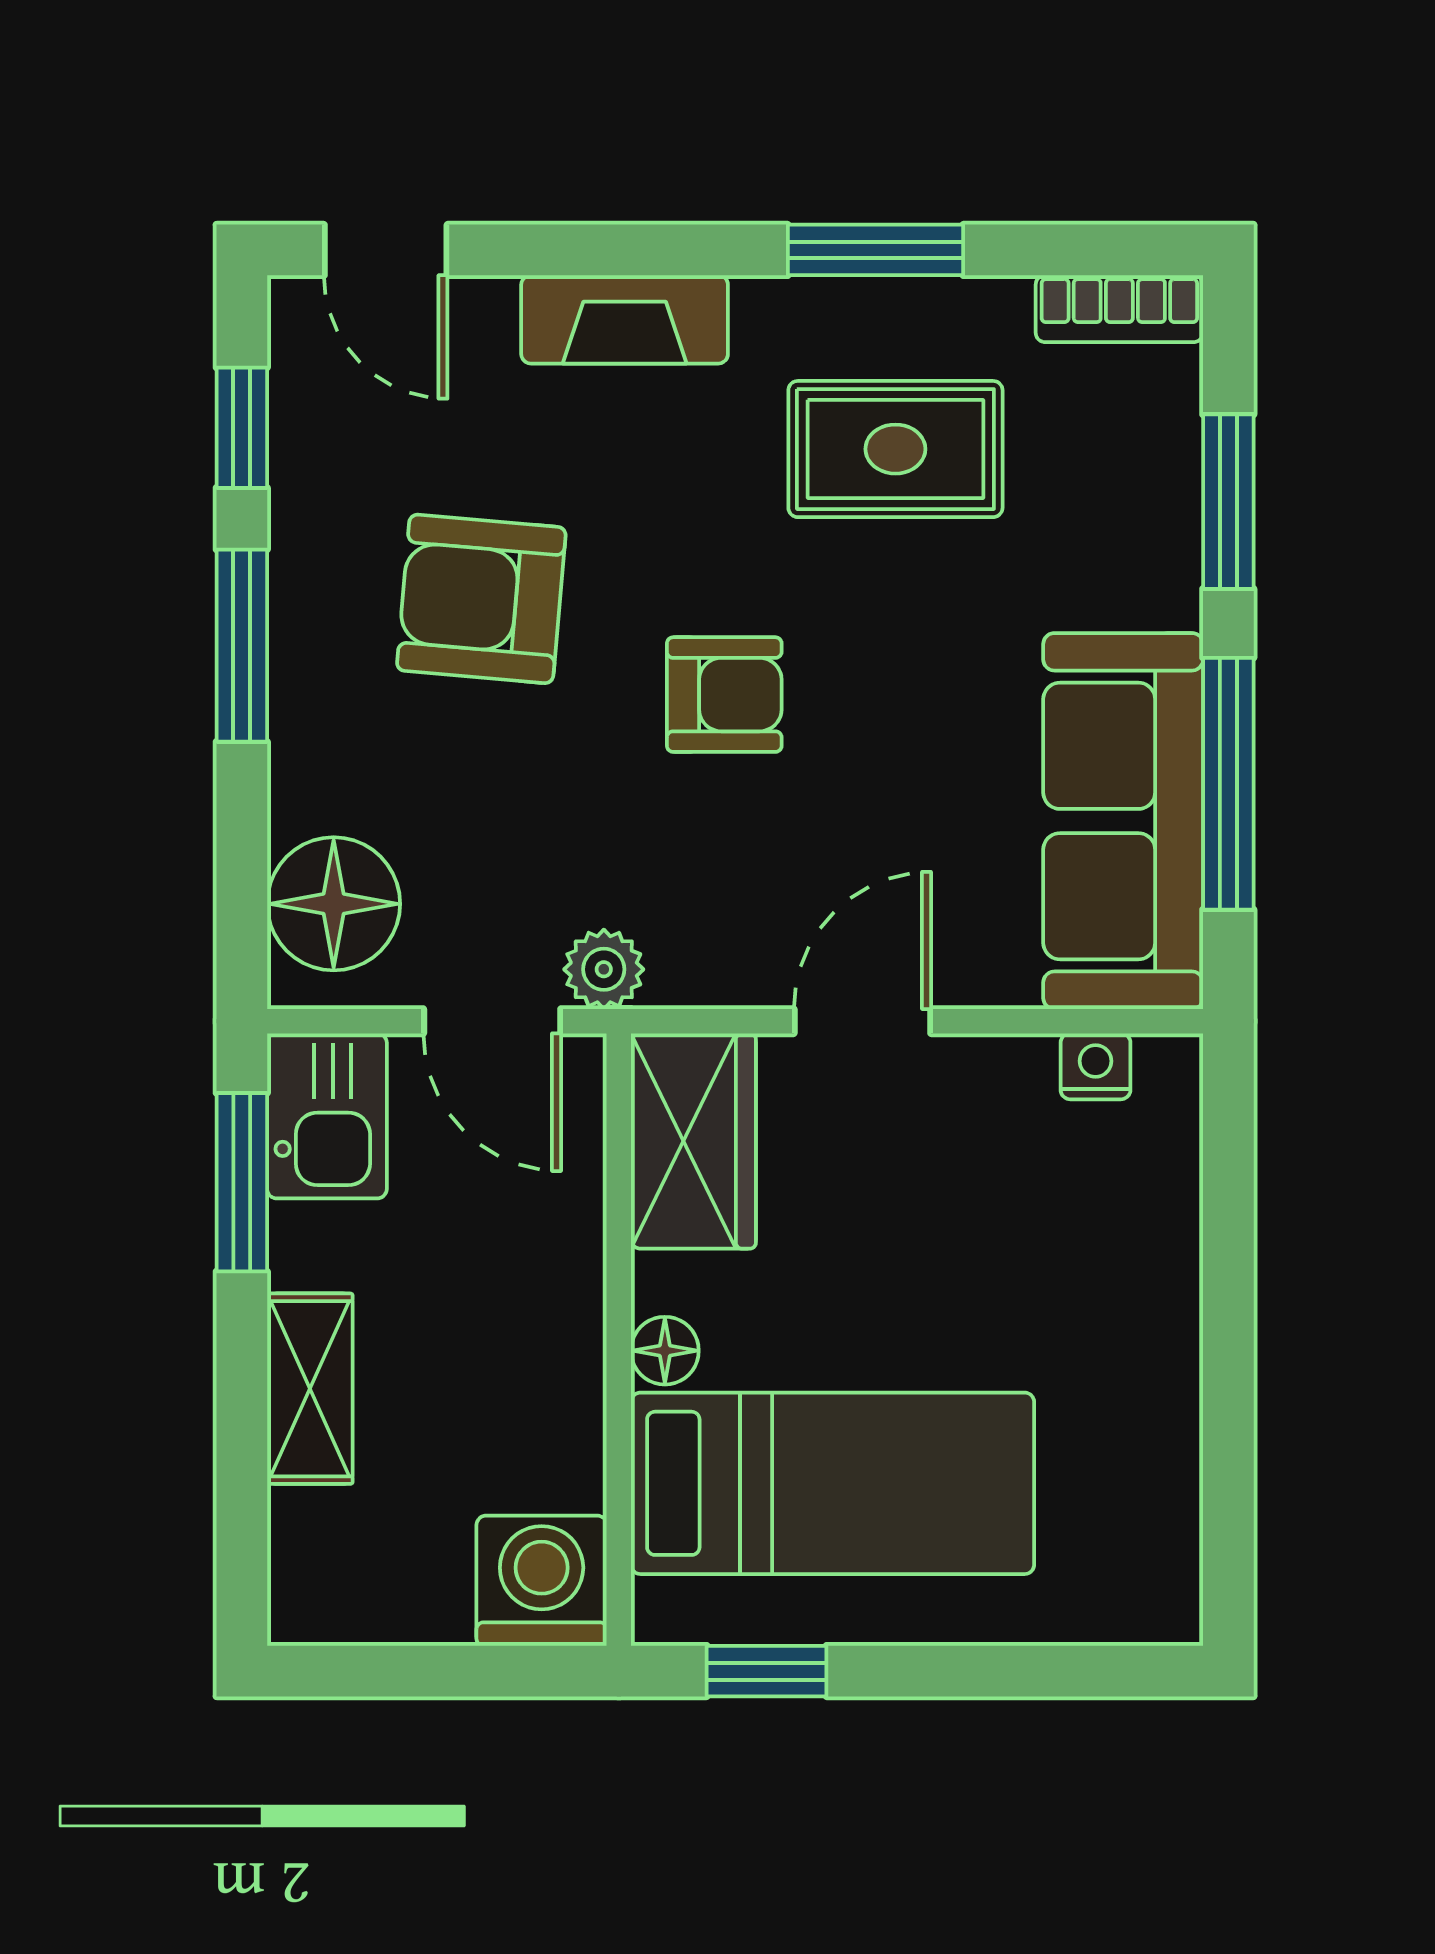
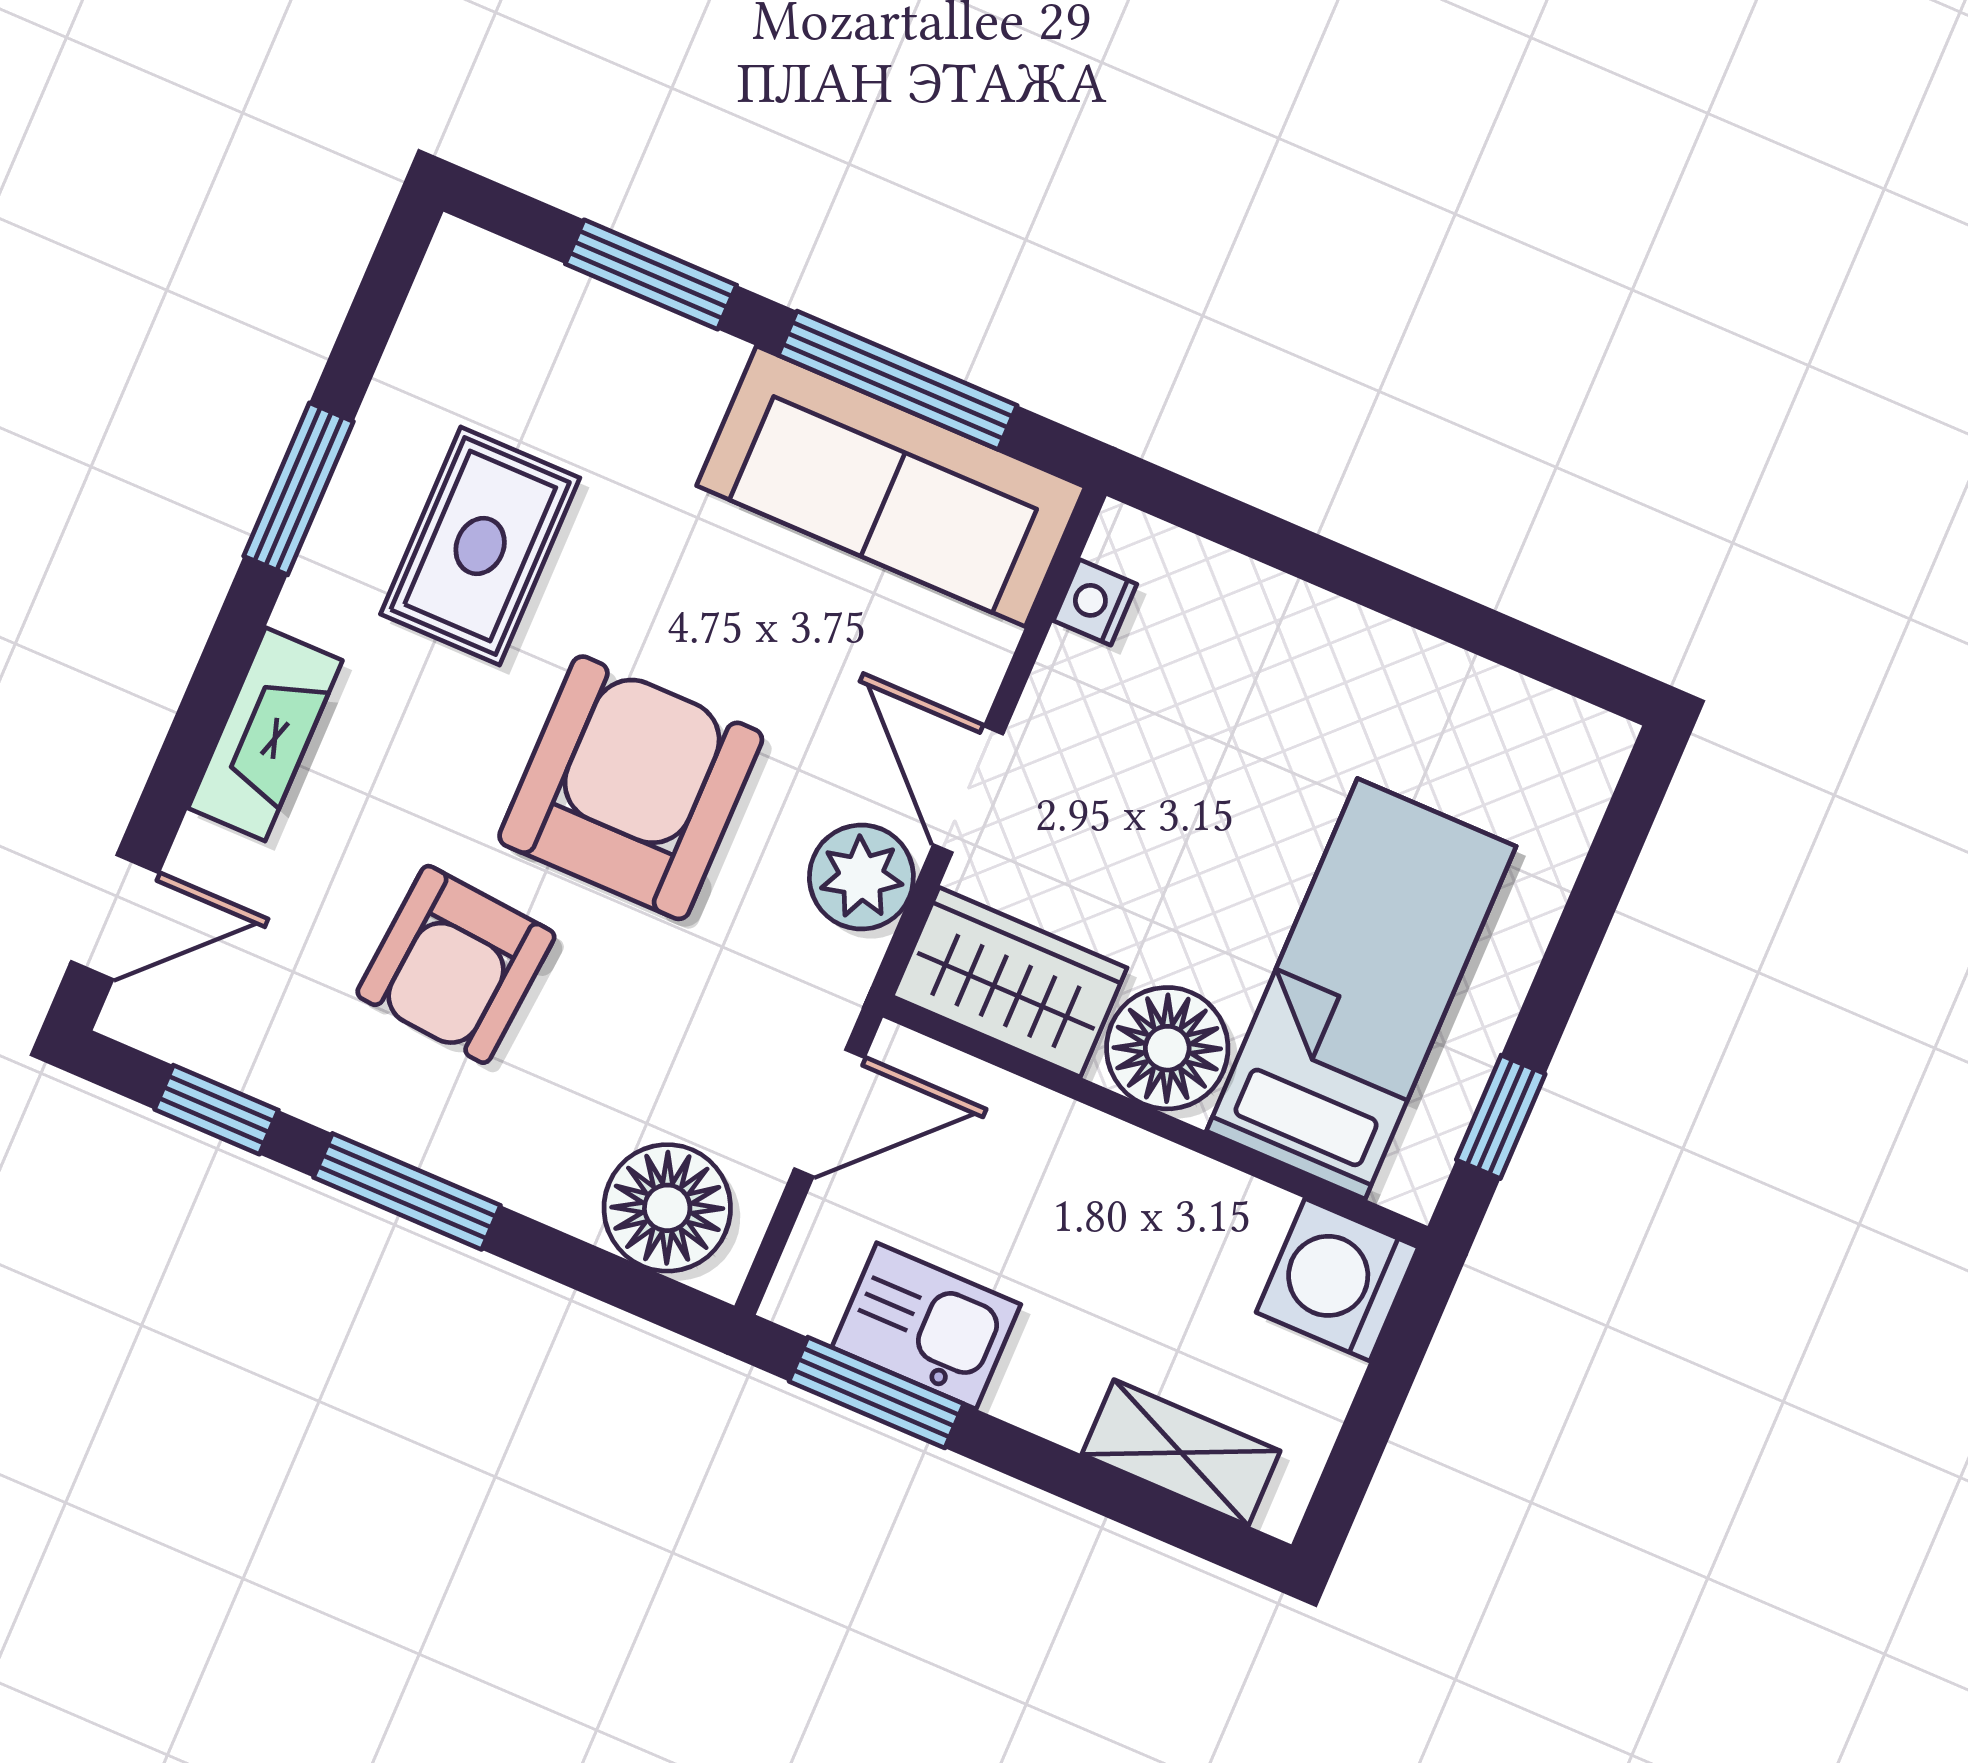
bookcase: (1119, 309) -> (441, 298), removed
armchair: (724, 695) -> (631, 788), width x1.88, depth x1.88
plant: (604, 969) -> (861, 877), moved, width x1.38, depth x1.38
kitchen sink: (327, 1116) -> (926, 1326), moved
floor lamp: (665, 1351) -> (1167, 1048), width x1.89, depth x1.89
shelving: (310, 1389) -> (1181, 1453), moved

